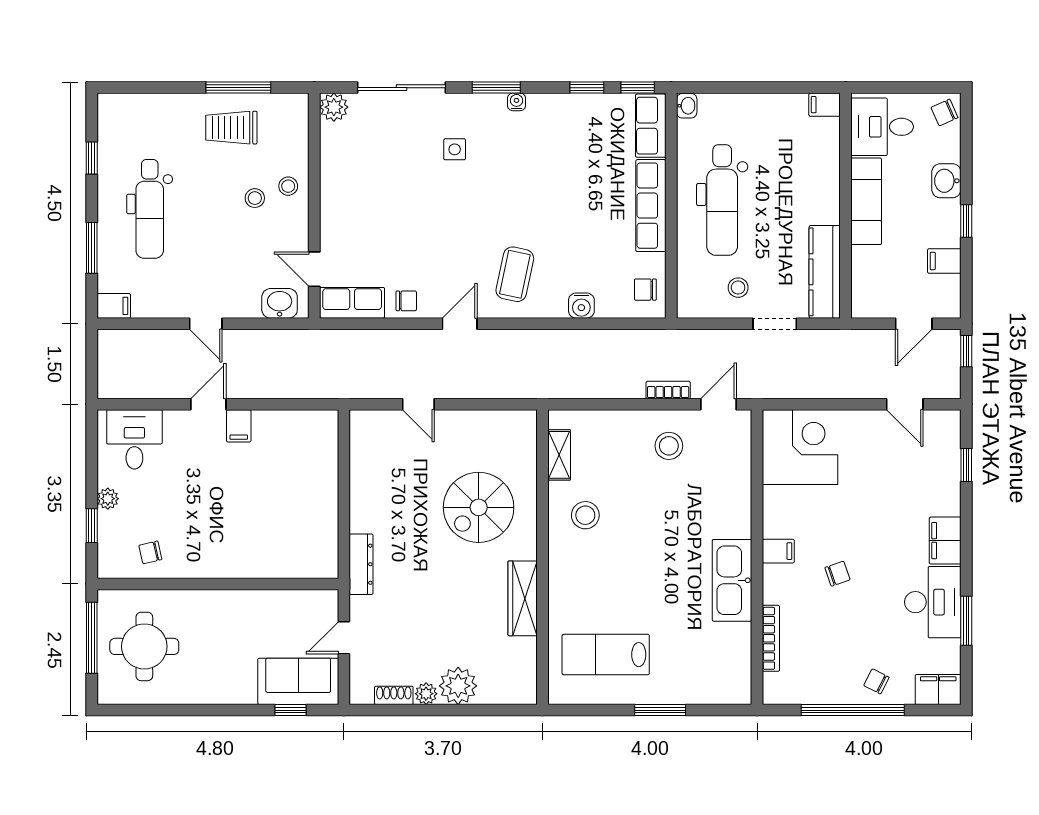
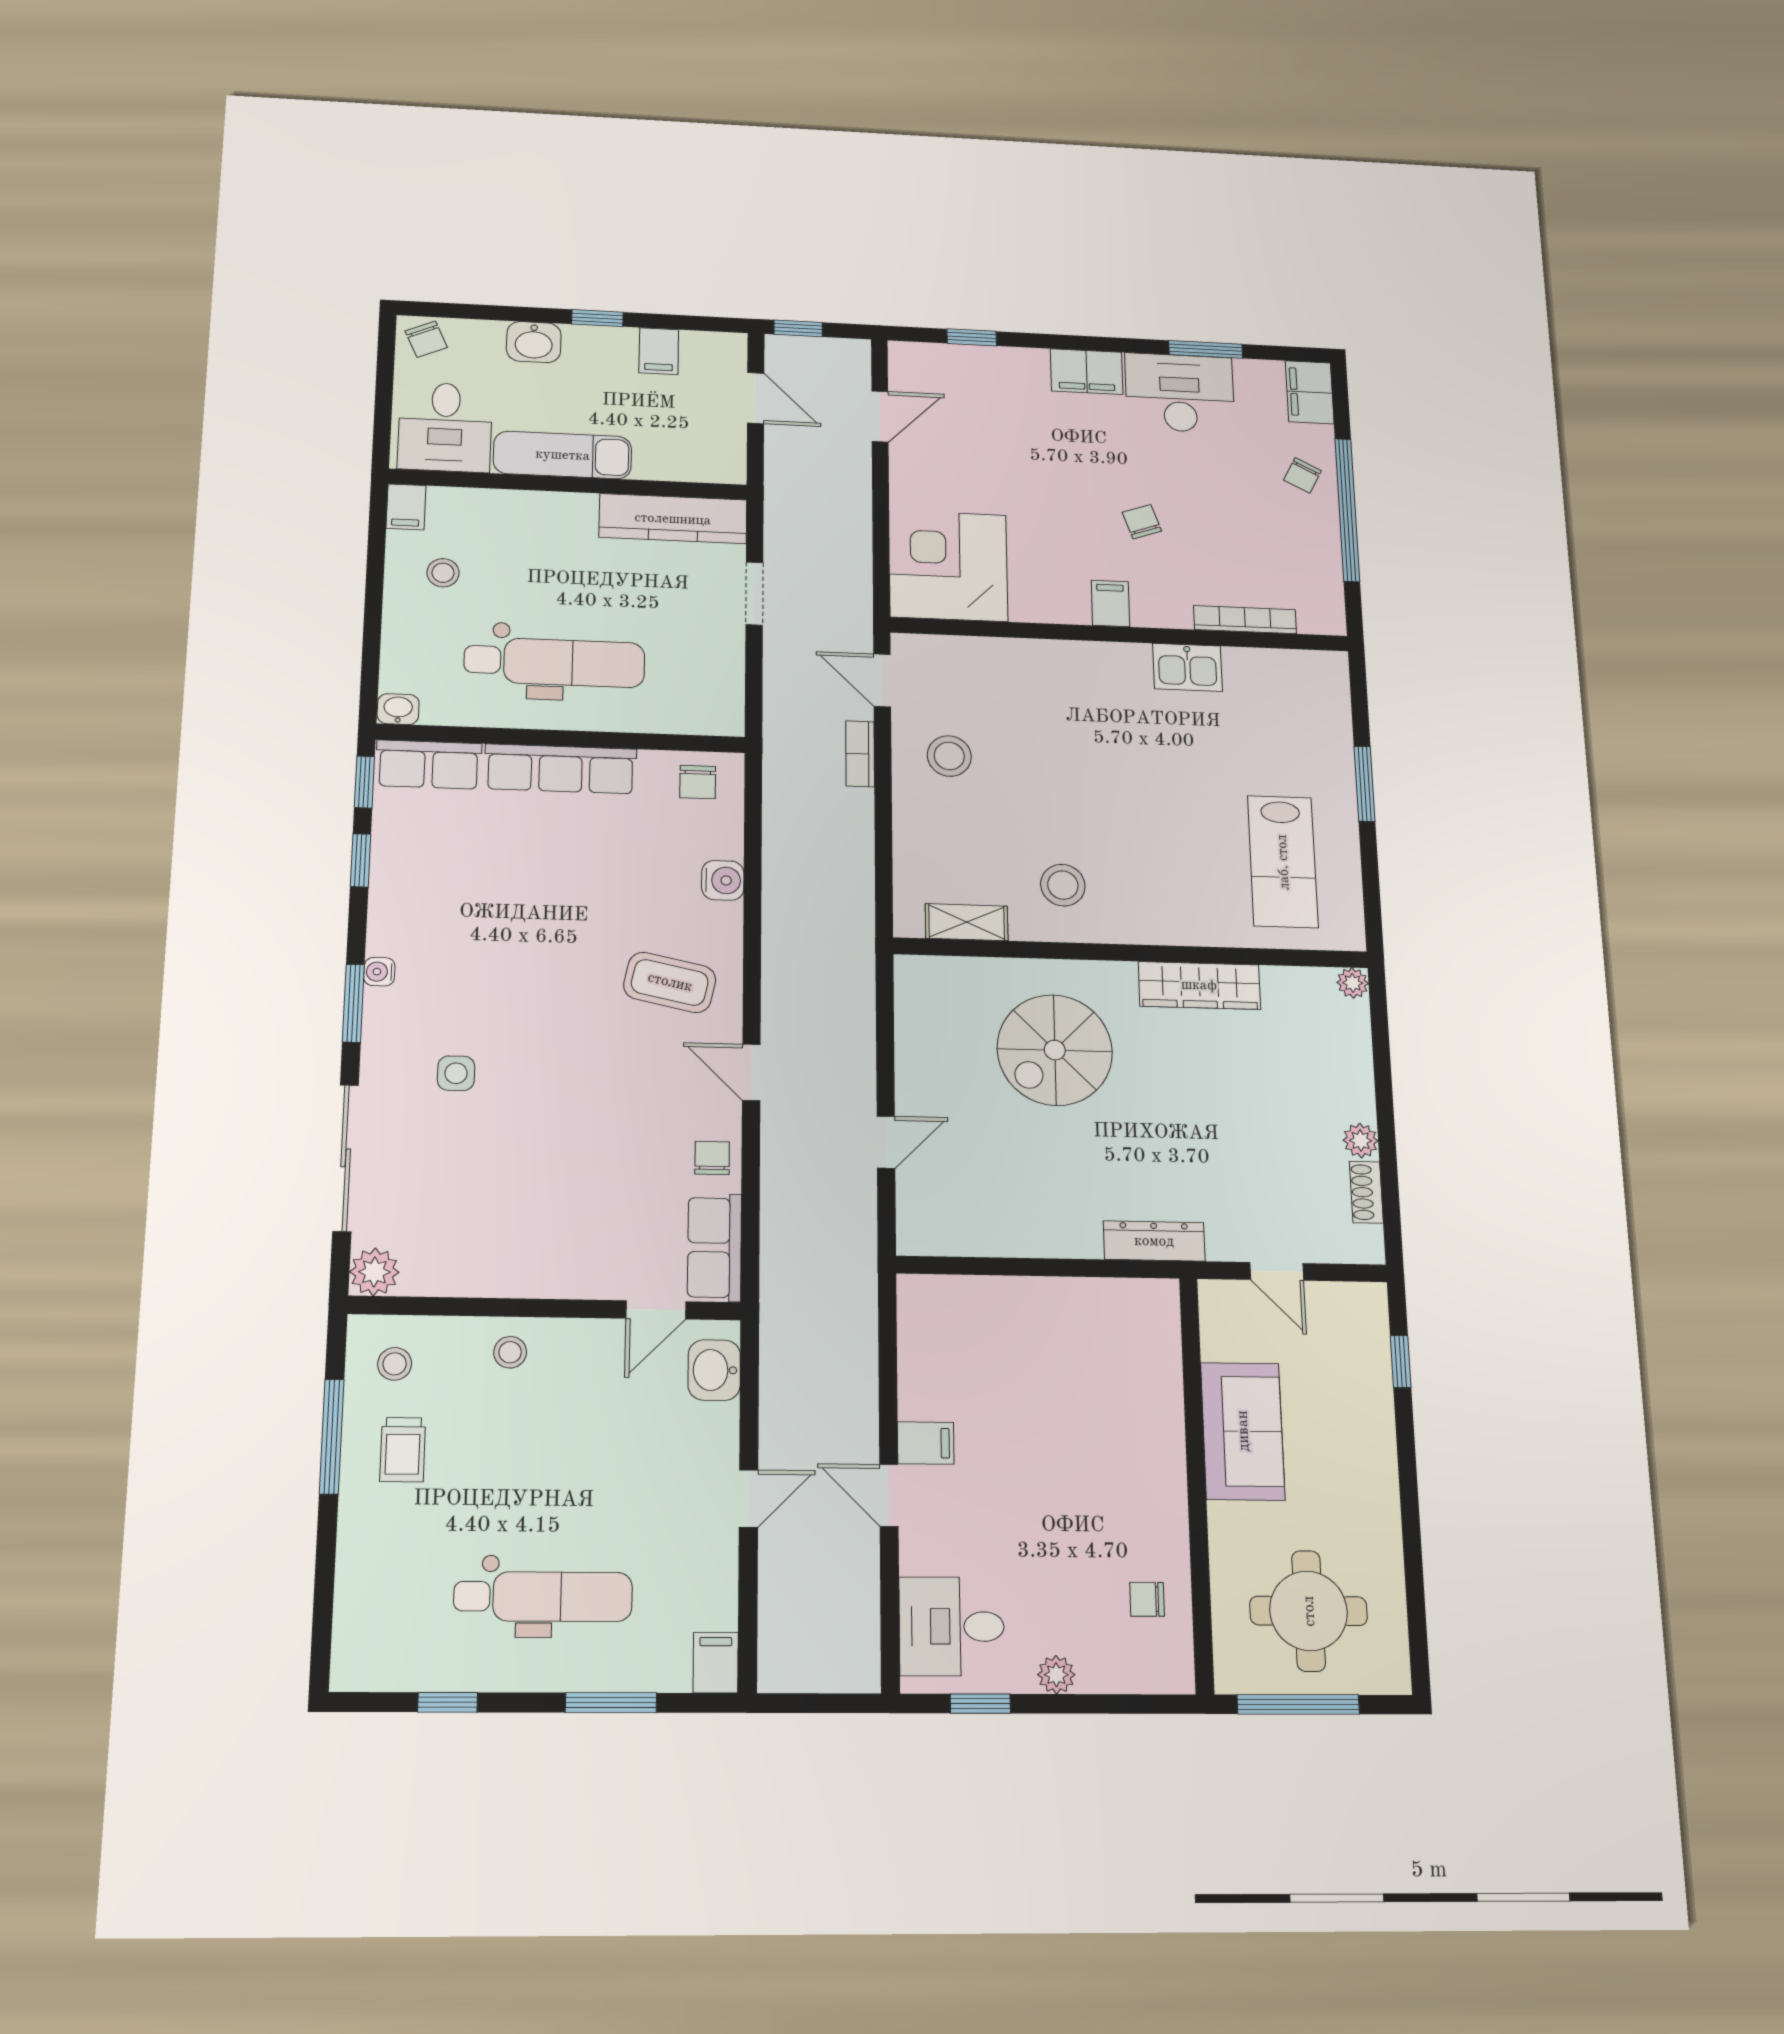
trolley: (231, 128) -> (403, 1450), width x0.73, depth x0.72
stool: (255, 198) -> (395, 1364), moved
stool: (738, 288) -> (443, 573), moved
spiral stairs: (479, 507) -> (1055, 1050), turned 90
window: (92, 526) -> (980, 1704), moved
chair: (150, 552) -> (1147, 1599), turned 103
kitchen sink: (732, 580) -> (1188, 667), width x0.53, depth x0.81
sofa: (298, 681) -> (1243, 1431), moved, turned 180
plant: (458, 686) -> (1353, 983), moved, width x0.53, depth x0.53

